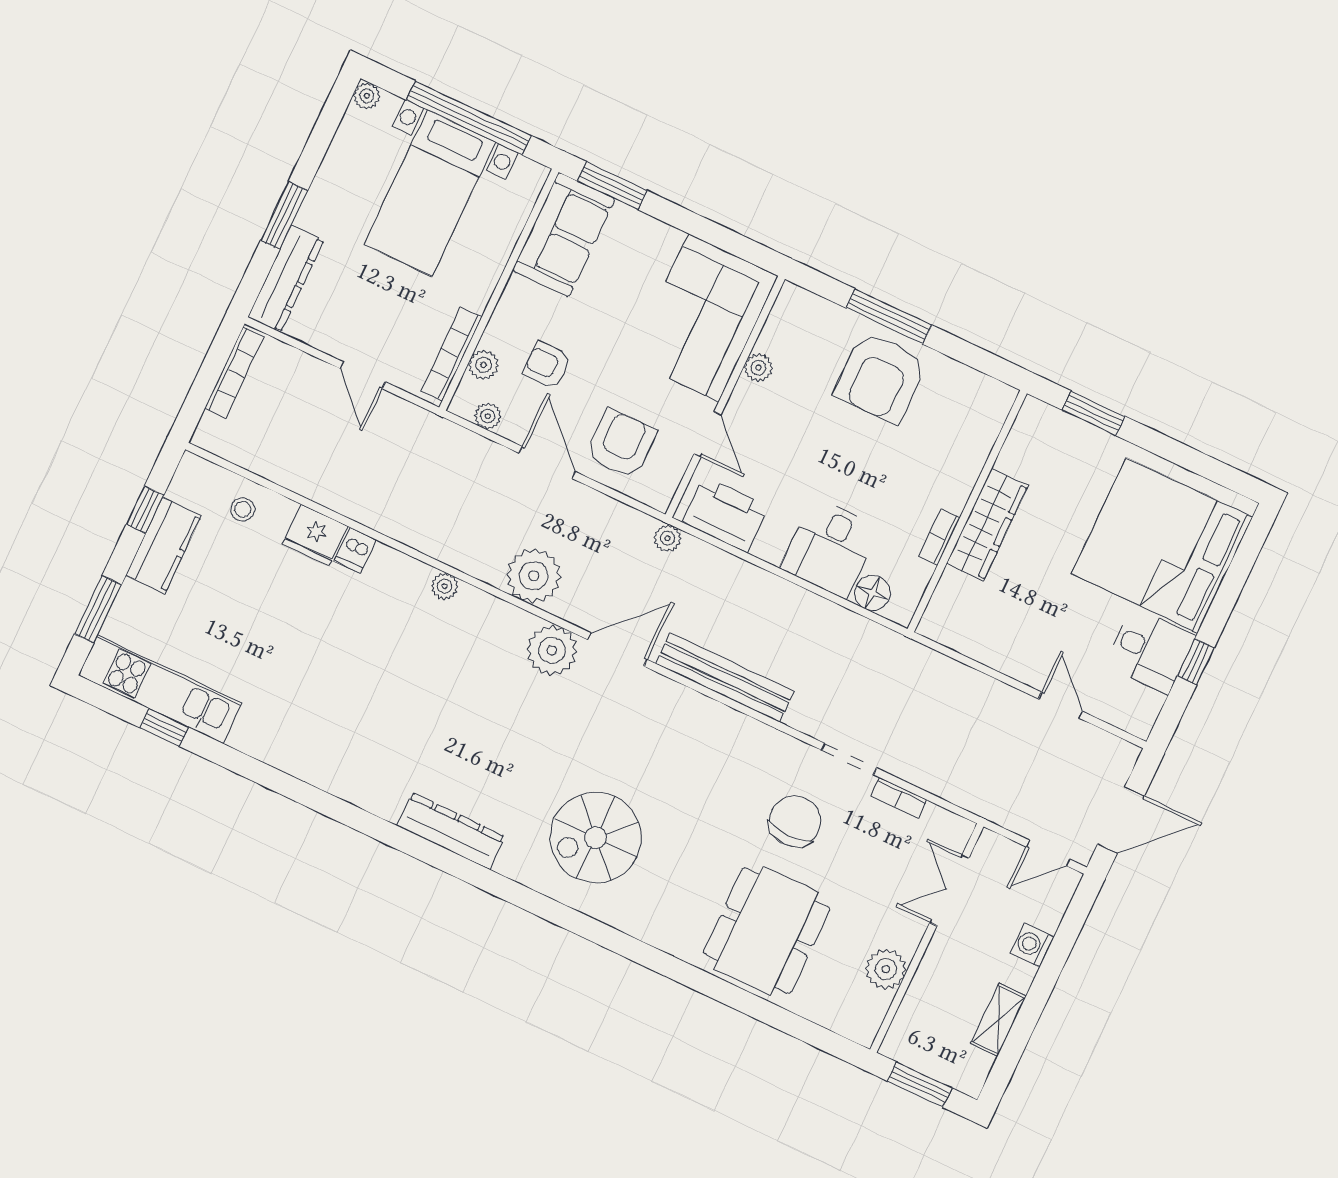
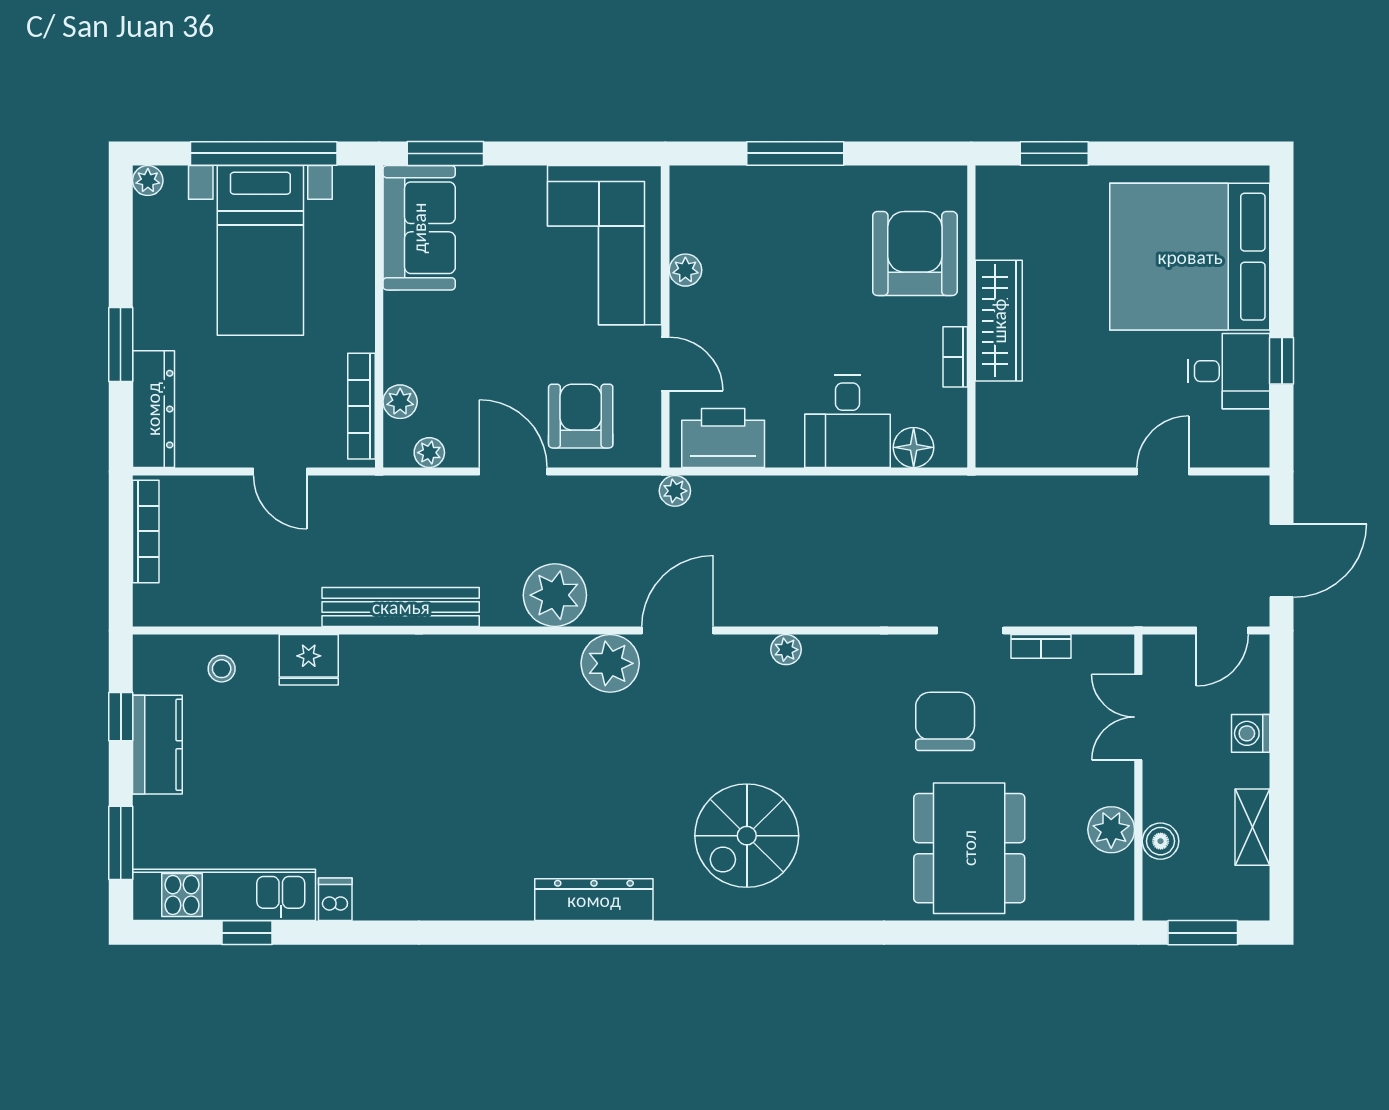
armchair: (547, 365) -> (466, 371), removed
armchair: (881, 377) -> (915, 254), moved, turned 180
dishwasher: (355, 550) -> (335, 899), moved, turned 180
plant: (445, 586) -> (786, 650), moved
bench: (725, 678) -> (401, 607), moved
door: (1061, 705) -> (1163, 471), hinge flipped
boiler: (921, 997) -> (1161, 841), added

